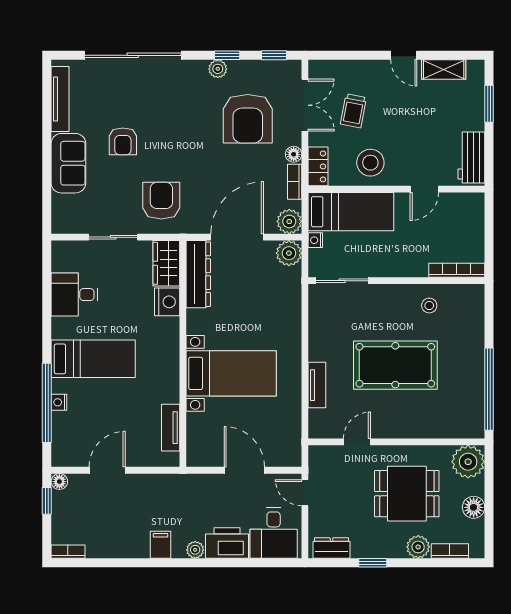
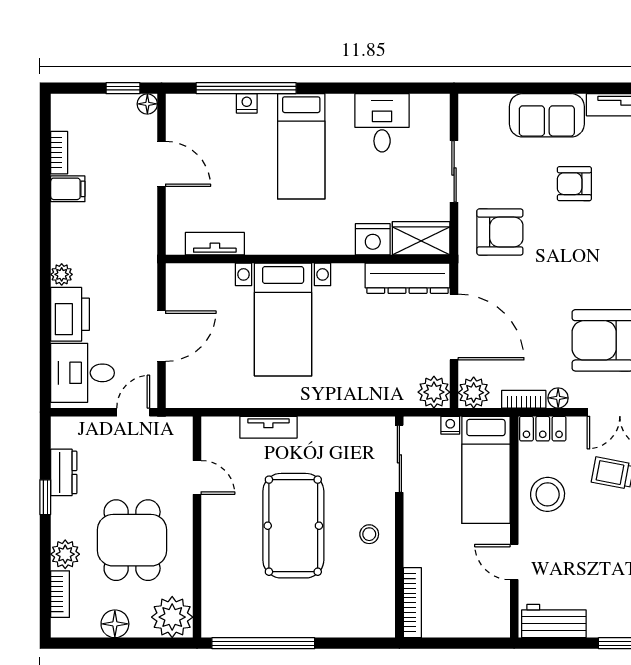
stool: (429, 306) -> (369, 534), moved
filing cabinet: (160, 545) -> (68, 189), moved
dresser: (332, 548) -> (64, 472), moved
bookcase: (68, 552) -> (59, 153), moved

